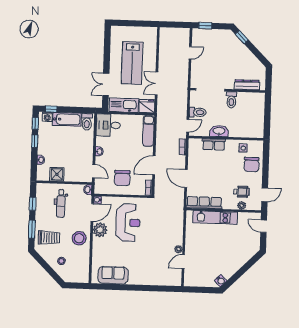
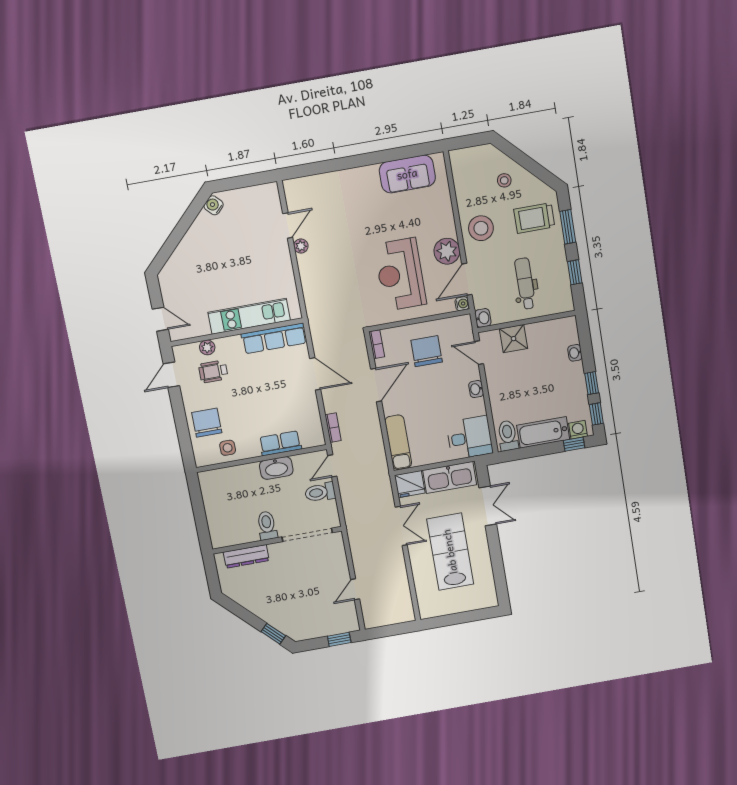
shower: (57, 174) -> (514, 339), moved

